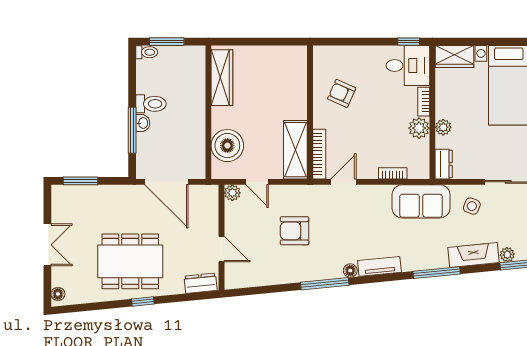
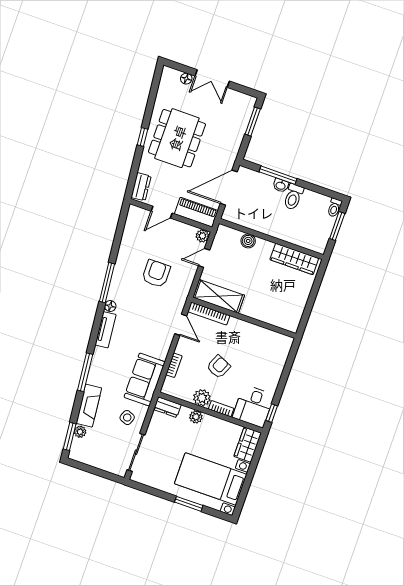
armchair: (342, 93) -> (219, 367), moved
boiler: (227, 146) -> (248, 241), width x0.54, depth x0.54
piano: (208, 209) -> (196, 212), added
floor lamp: (58, 294) -> (186, 79), moved

